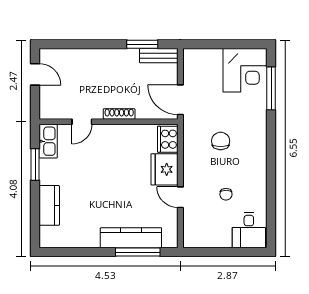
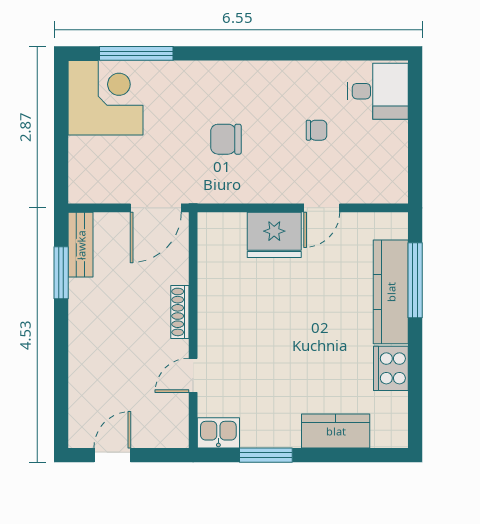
door: (82, 122) -> (193, 375), swing flipped
cooker: (168, 139) -> (391, 368), moved, turned 90
kitchen sink: (48, 141) -> (218, 433), width x0.73

